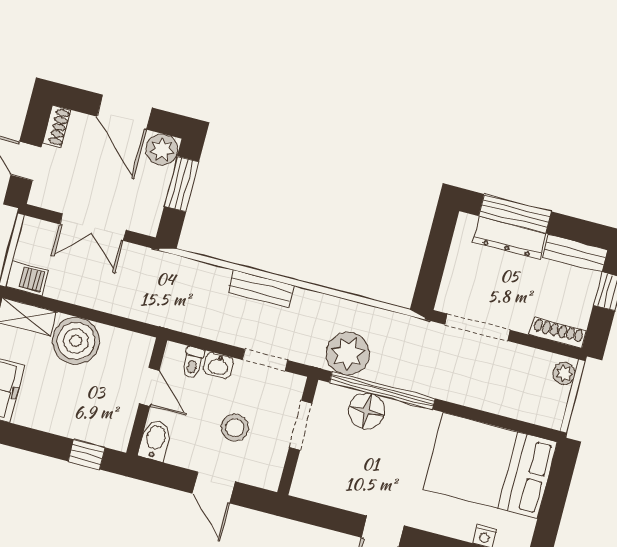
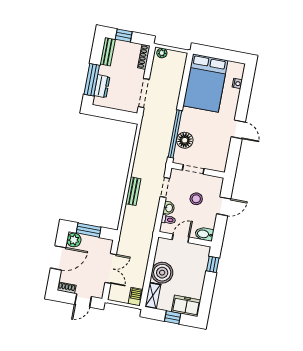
dresser: (509, 238) -> (102, 86), width x0.70
plant: (348, 353) -> (160, 150), removed

